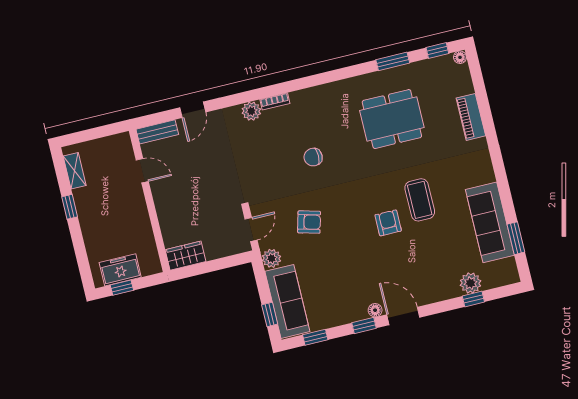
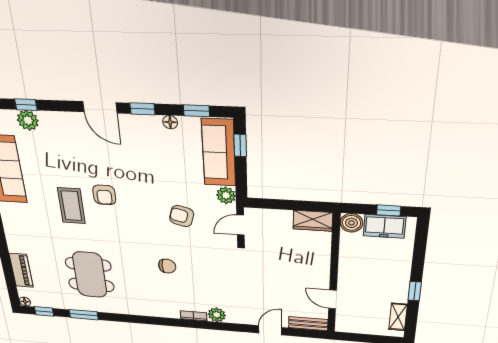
piano: (471, 117) -> (21, 270), moved
dining table: (392, 119) -> (90, 275), turned 90
boiler: (150, 264) -> (351, 223), added
floor lamp: (375, 310) -> (170, 122), moved

